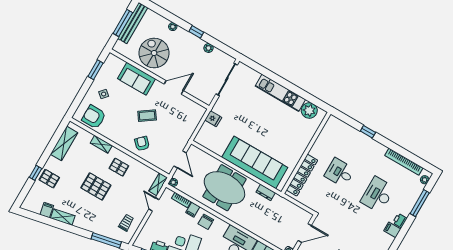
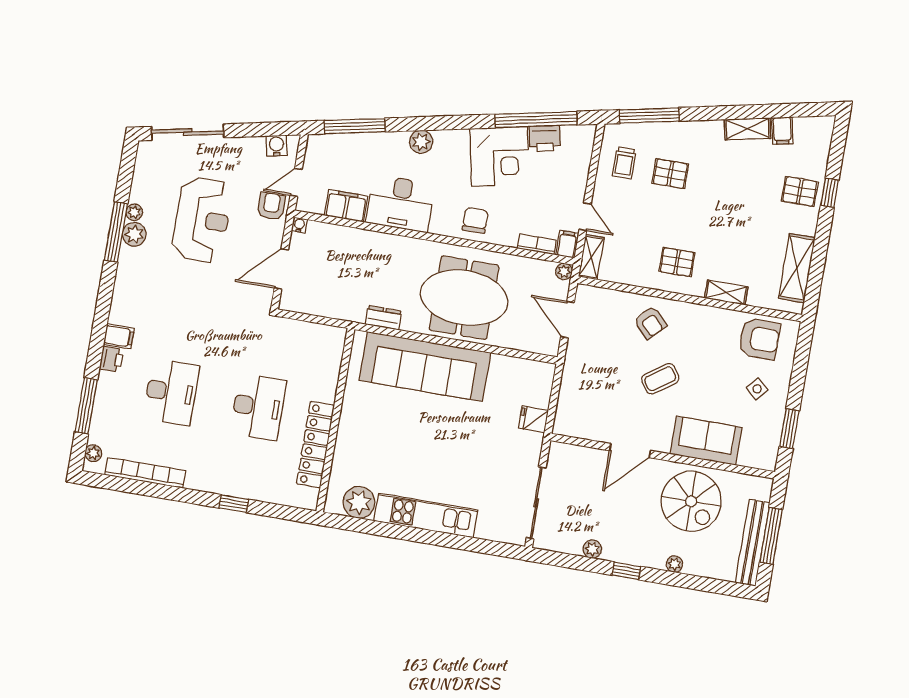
desk: (340, 173) -> (258, 407), width x1.37
locker: (302, 175) -> (315, 445), moved
pallet: (96, 186) -> (670, 174), moved, width x0.67, depth x0.71
filing cabinet: (193, 210) -> (567, 244), moved

